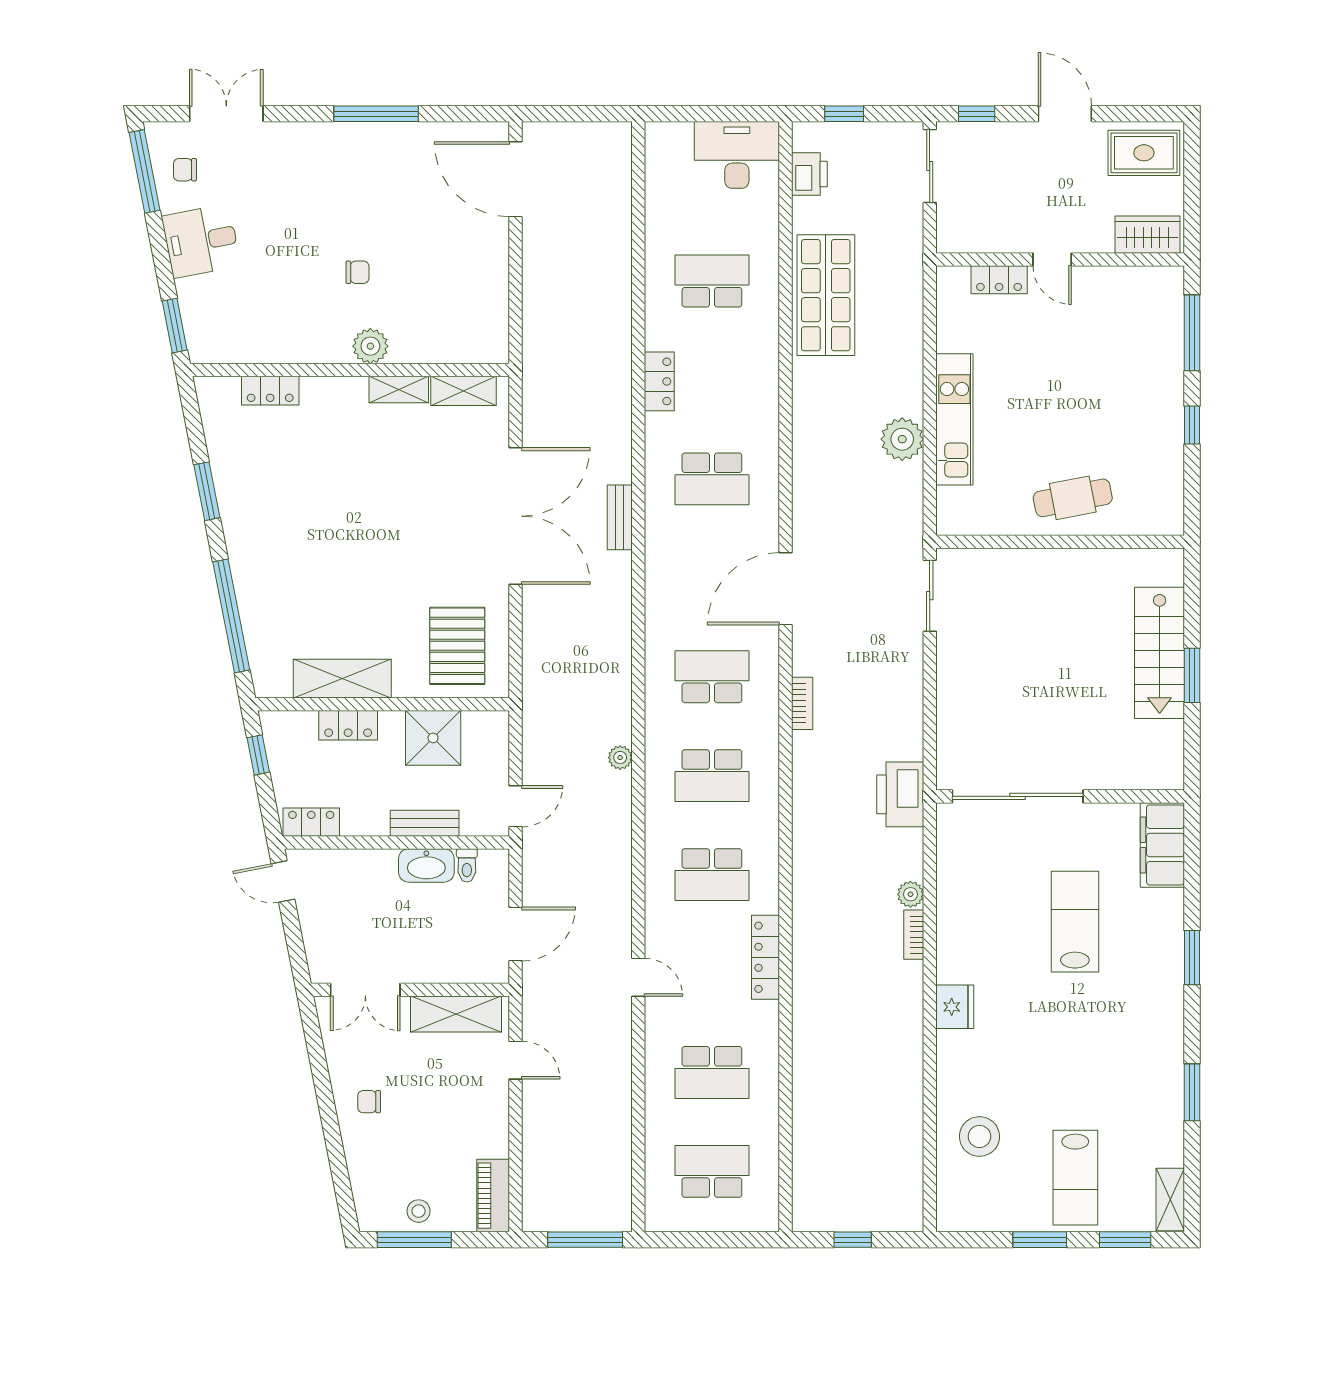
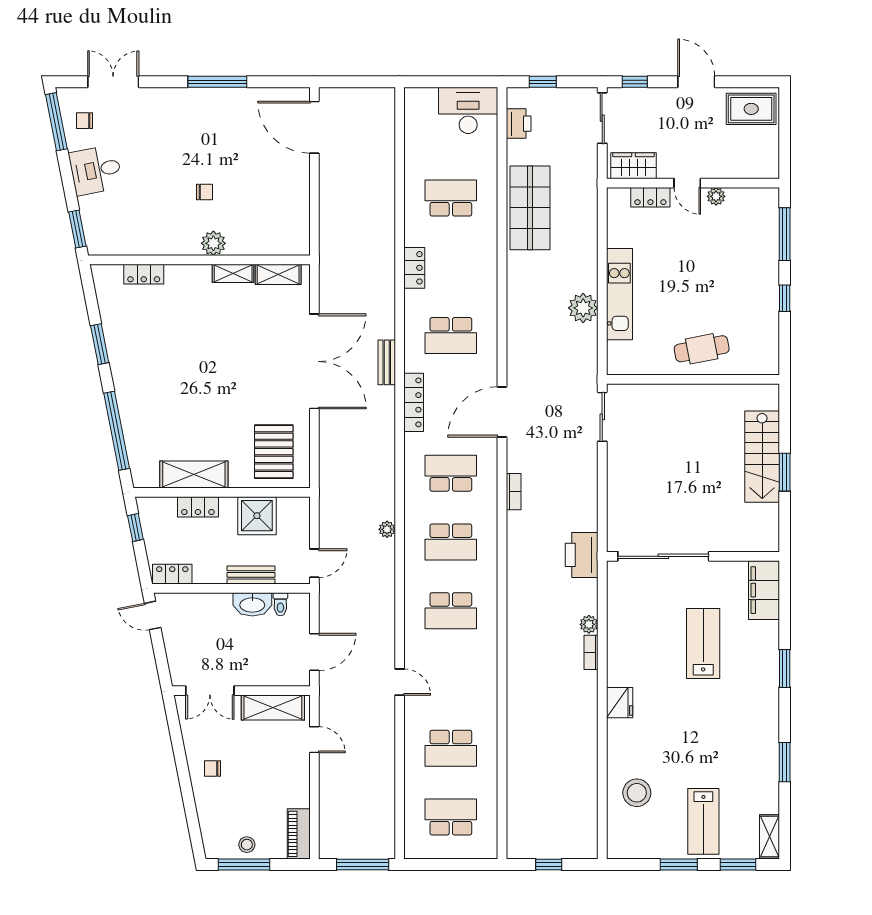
wardrobe: (1147, 235) -> (634, 166), moved
plant: (1093, 279) -> (716, 196), added
locker: (765, 957) -> (414, 402), moved, turned 180

